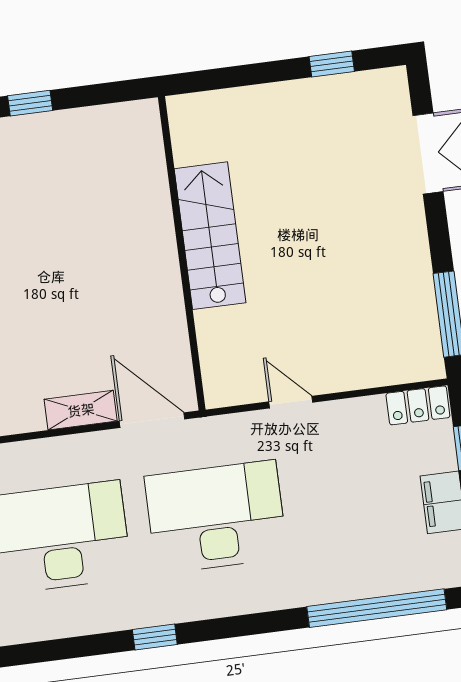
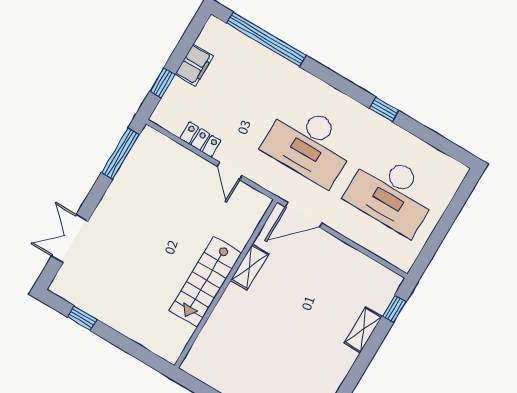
locker: (418, 405) -> (200, 139), moved
shelving: (81, 410) -> (250, 267), moved, turned 90
door: (152, 420) -> (303, 215), hinge flipped

